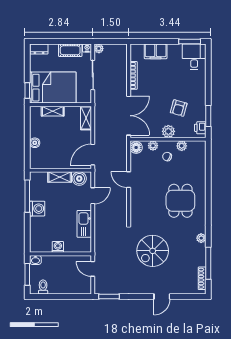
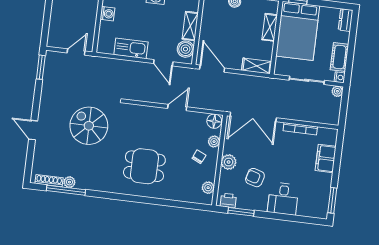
desk: (194, 57) -> (283, 199), moved, turned 90
plant: (182, 146) -> (208, 188), moved
plant: (201, 238) -> (69, 182), moved

